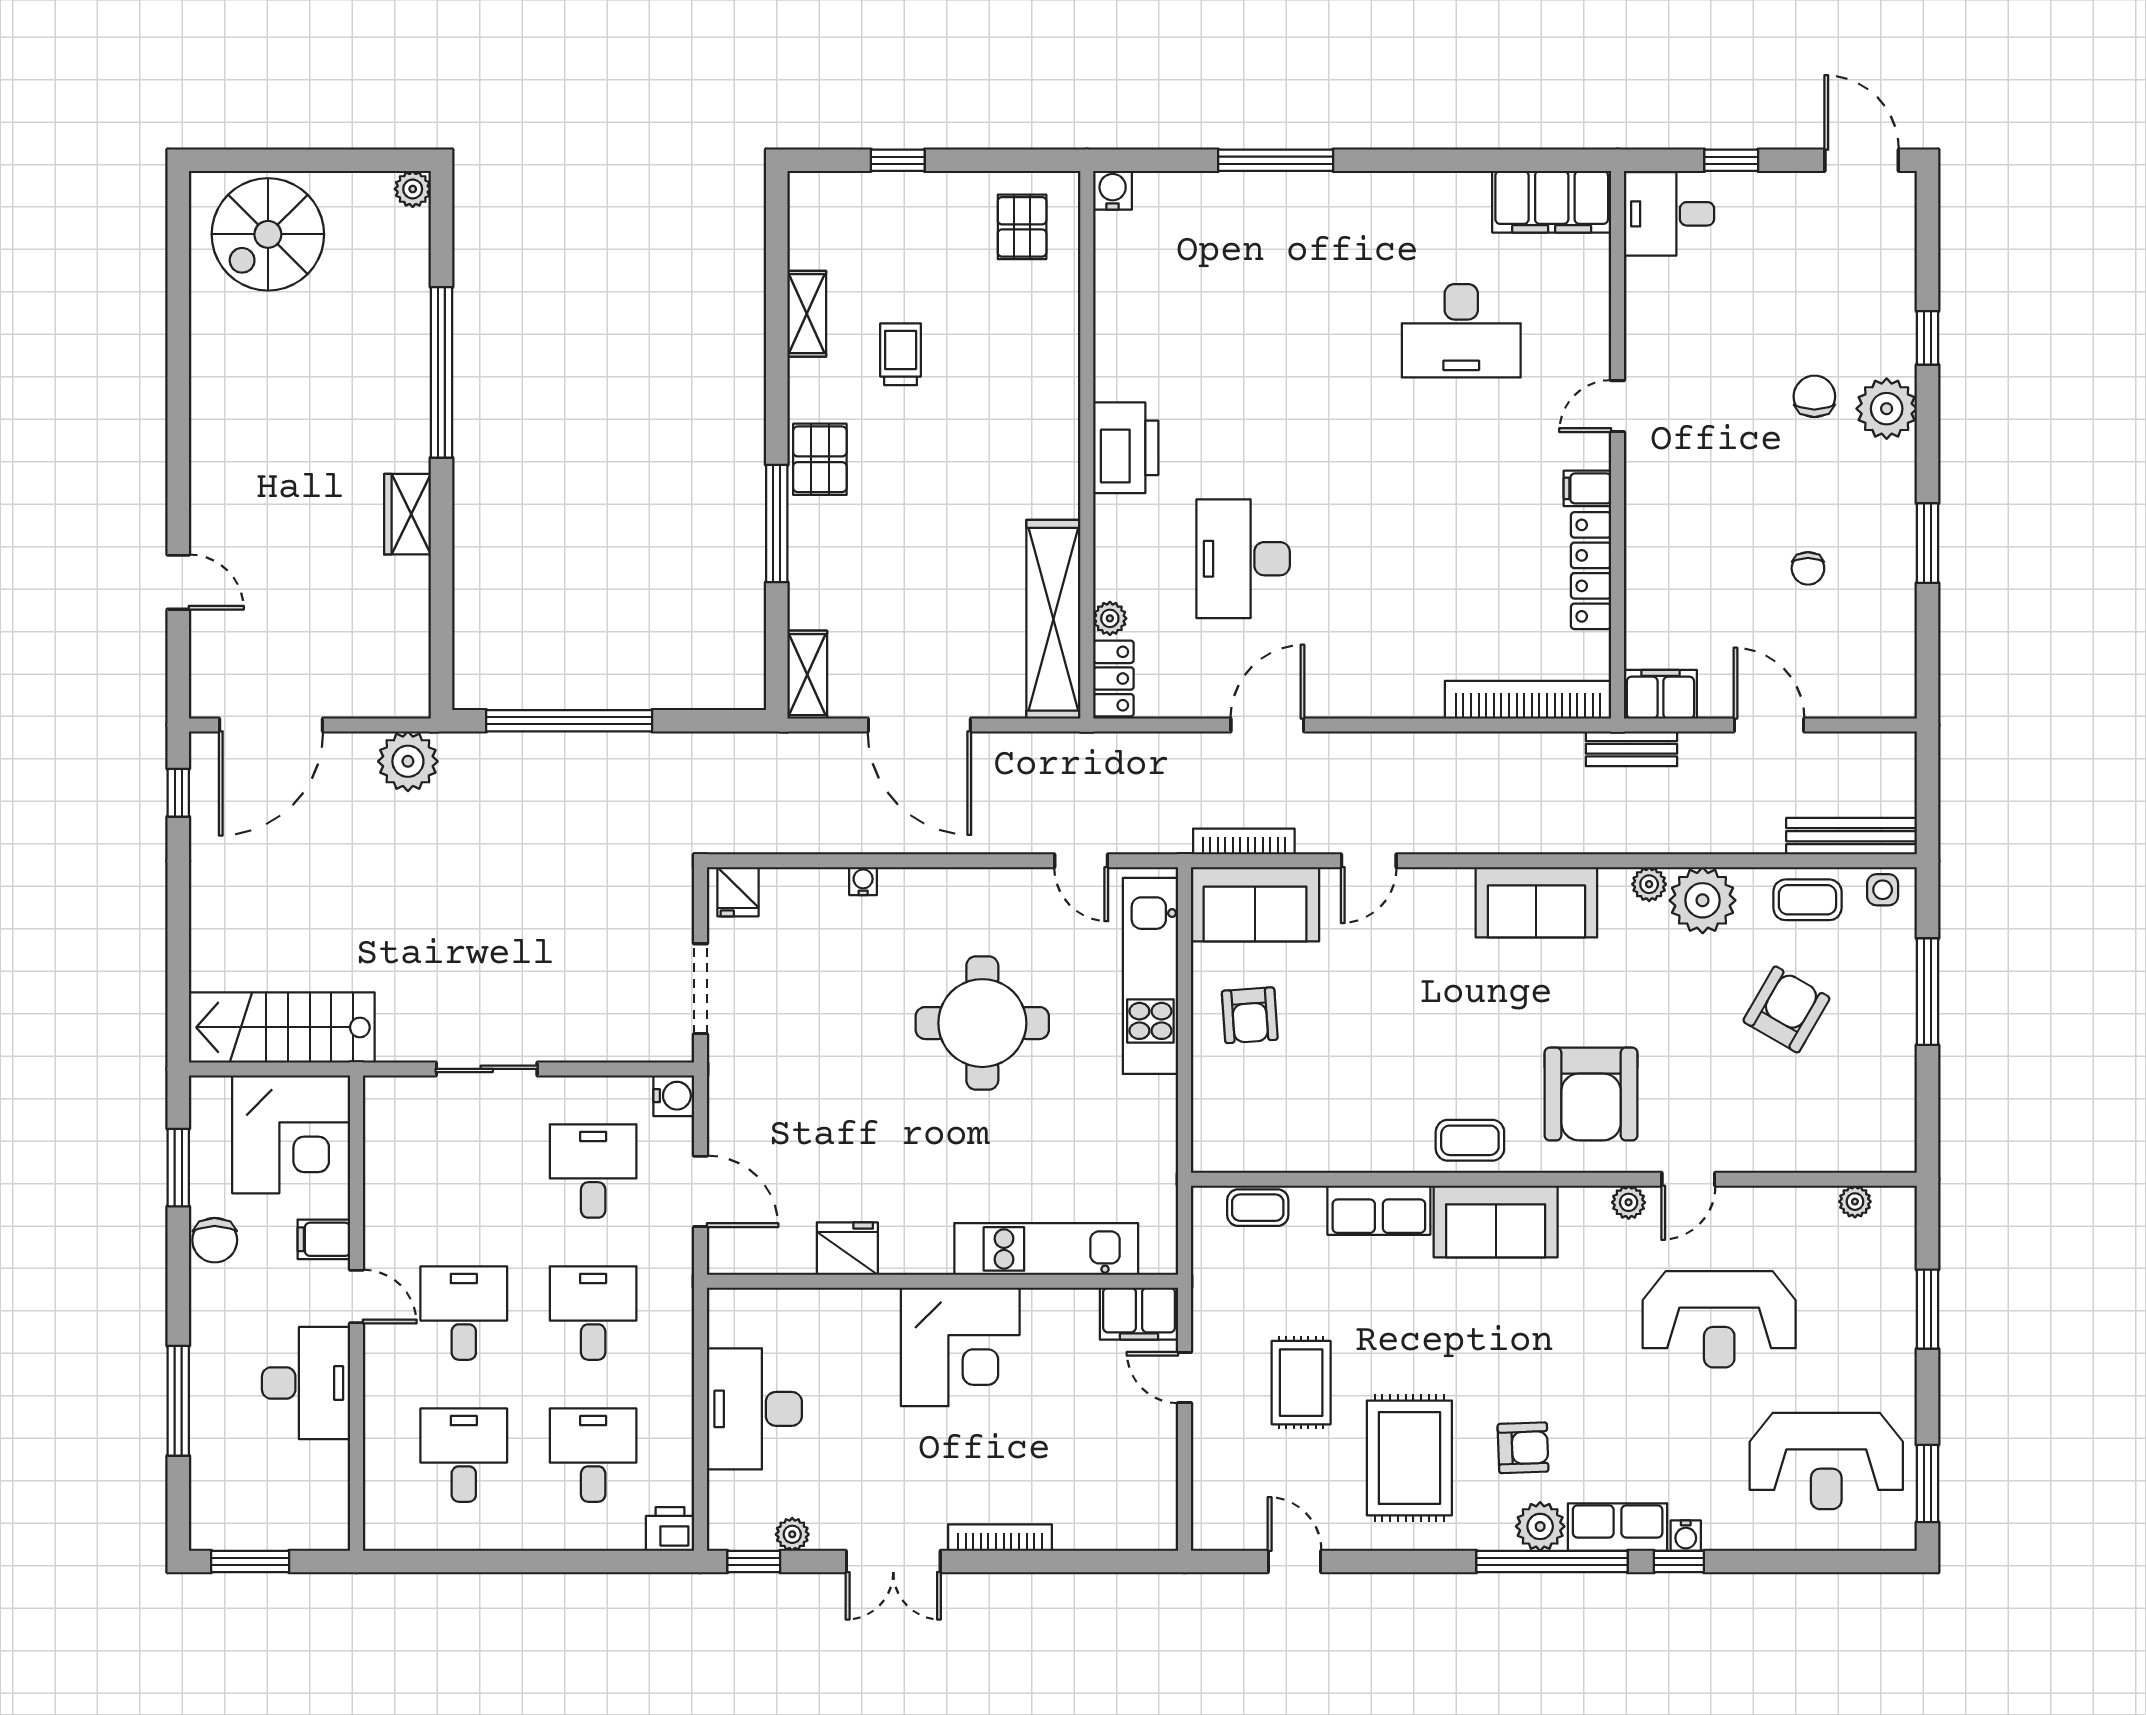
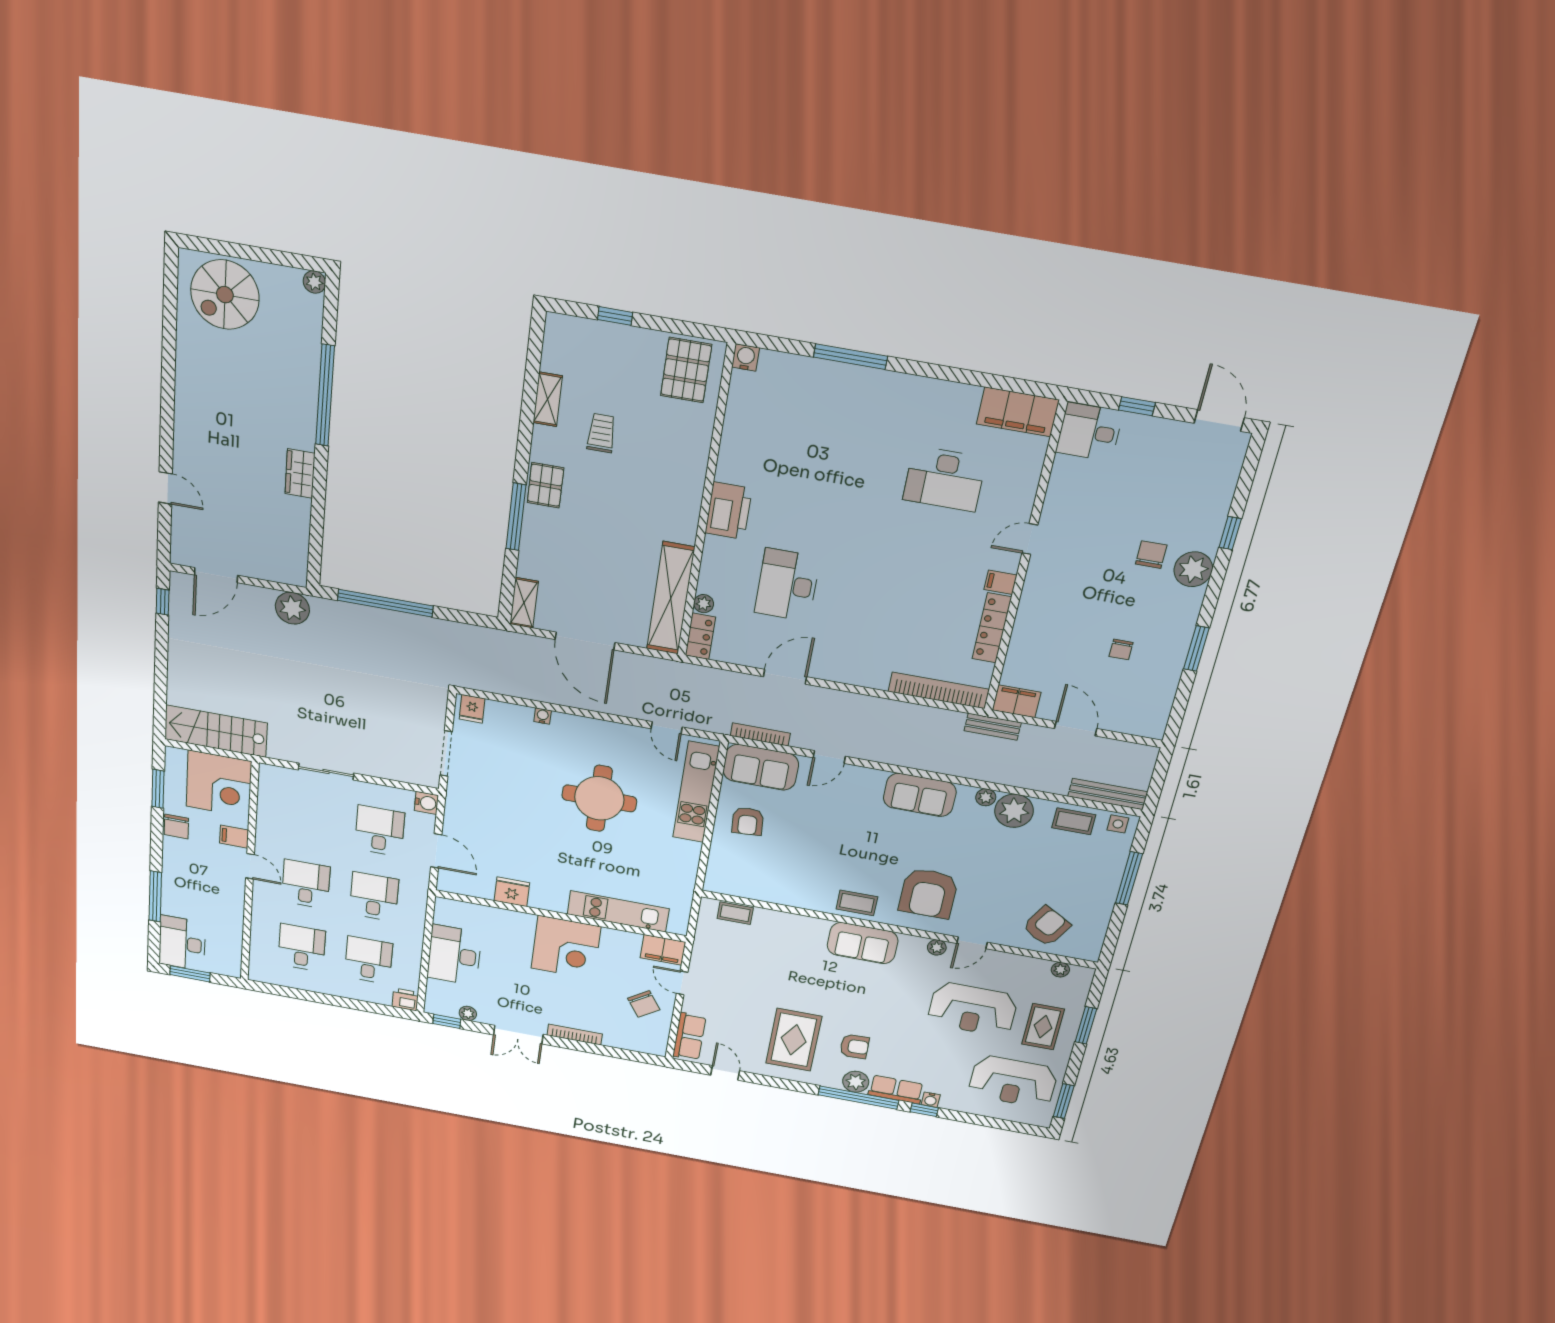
pallet: (1022, 227) -> (686, 370), width x1.50, depth x1.42
door: (271, 725) -> (216, 575), width x0.73
armchair: (1786, 1009) -> (1047, 926), moved
row of seats: (1379, 1210) -> (689, 1037), moved, turned -90
desk: (306, 1383) -> (182, 943), moved, turned 180
rug: (1301, 1383) -> (1043, 1027), moved
chair: (1120, 1440) -> (644, 1004), added

